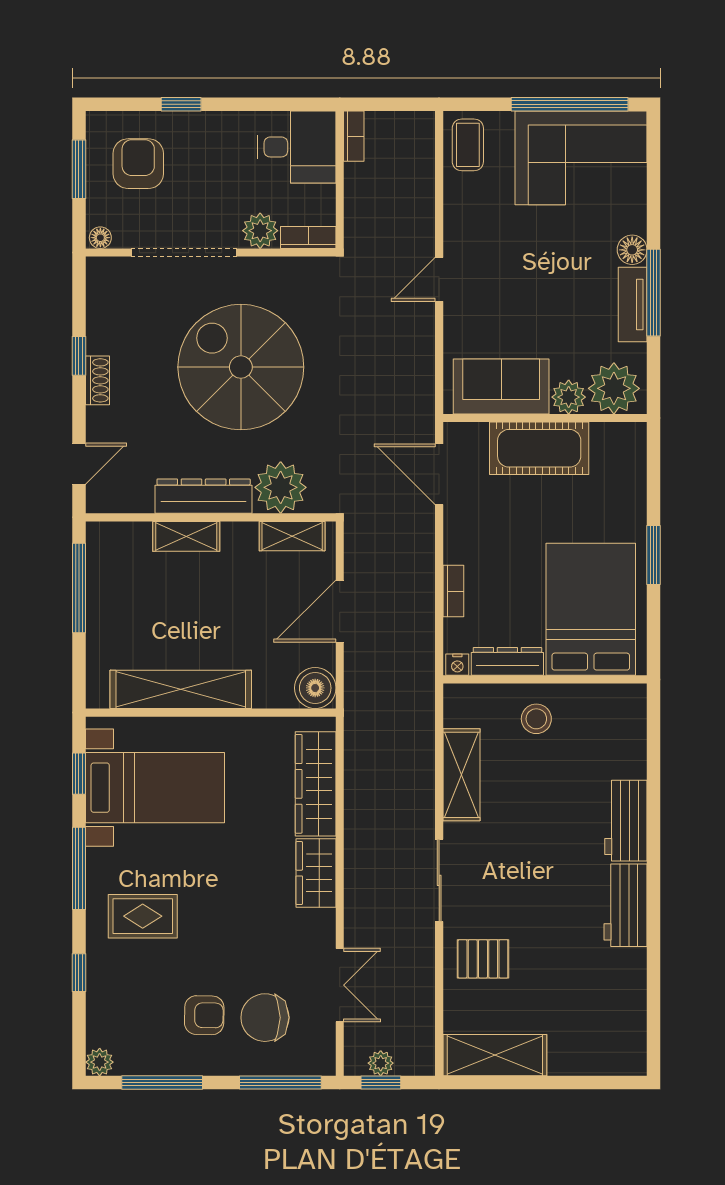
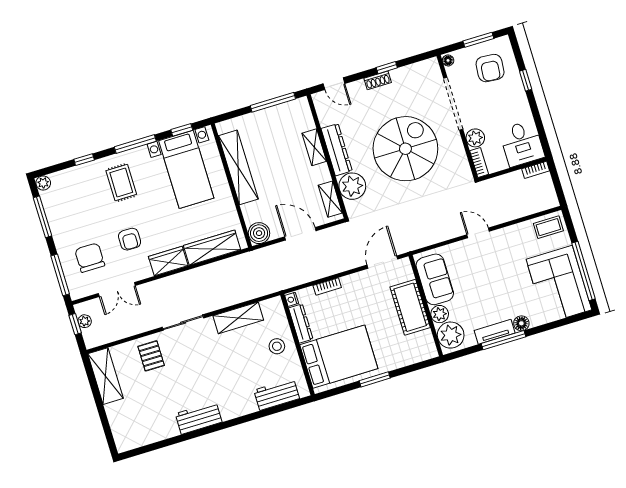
armchair: (138, 164) -> (490, 68), turned 95
workbench: (626, 821) -> (277, 394), moved
armchair: (204, 1015) -> (130, 239), moved

